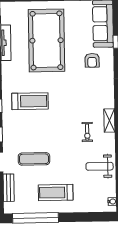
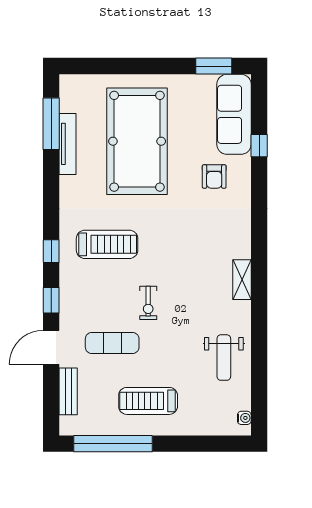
exercise bike: (87, 132) -> (148, 303), moved
weight bench: (100, 166) -> (224, 358), turned -90

